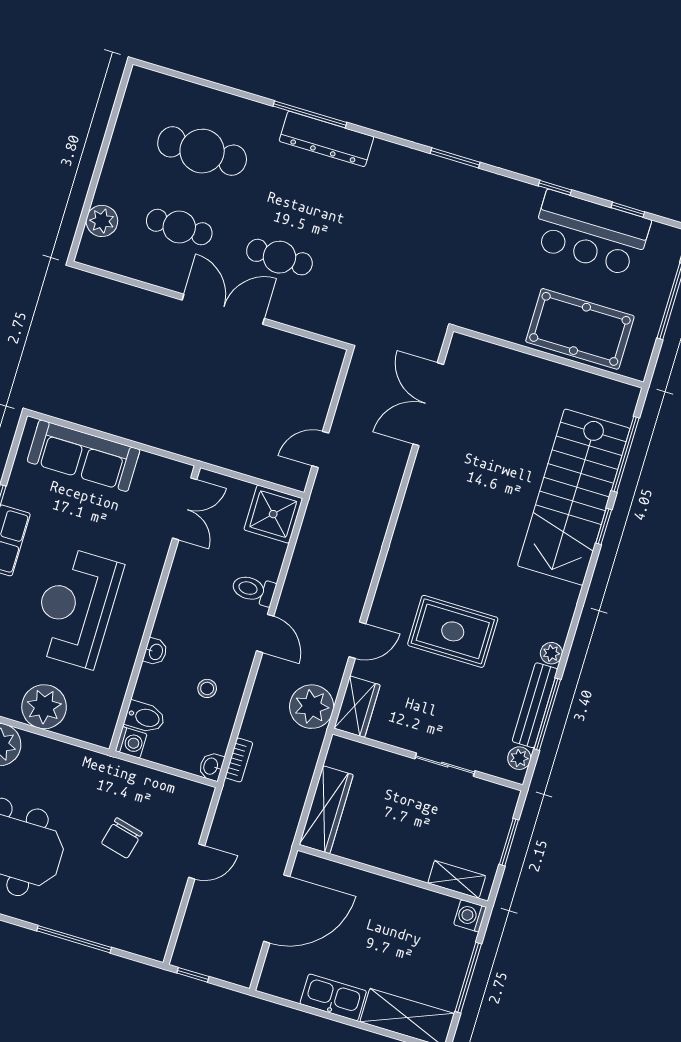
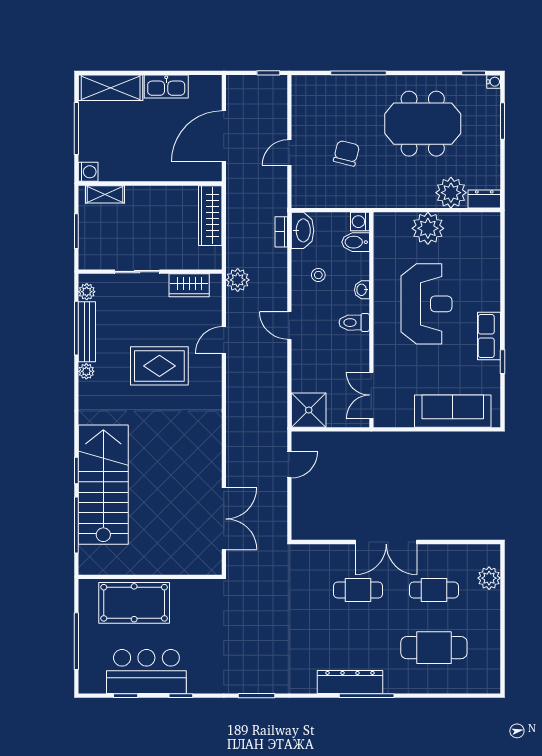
toilet: (254, 590) -> (354, 323), moved, turned 180
plant: (312, 707) -> (238, 280), width x0.73, depth x0.73
wardrobe: (357, 707) -> (189, 285), moved, turned -90
washbasin: (211, 766) -> (303, 230), width x1.91, depth x1.45

